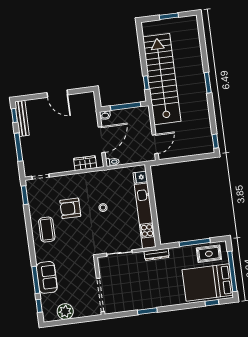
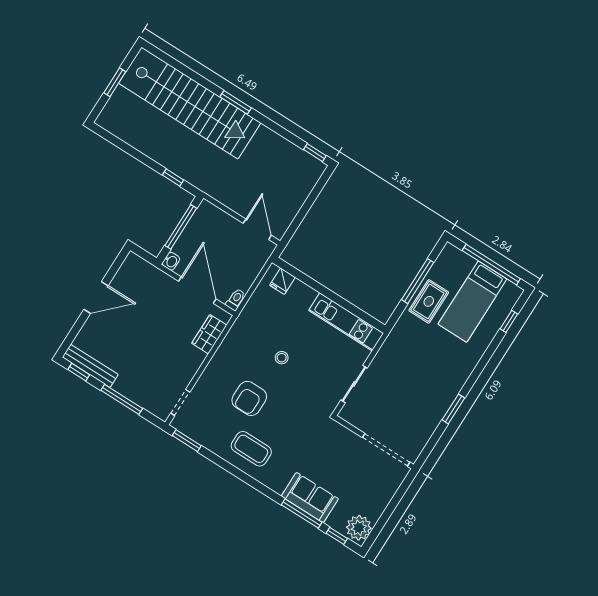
stairs: (162, 79) -> (190, 103), moved, turned 180
kitchen unit: (145, 216) -> (346, 322), width x0.73
dresser: (157, 254) -> (393, 340), removed
rug: (209, 254) -> (429, 301), moved
bed: (208, 282) -> (472, 302), width x0.67
plant: (65, 312) -> (359, 528), moved

